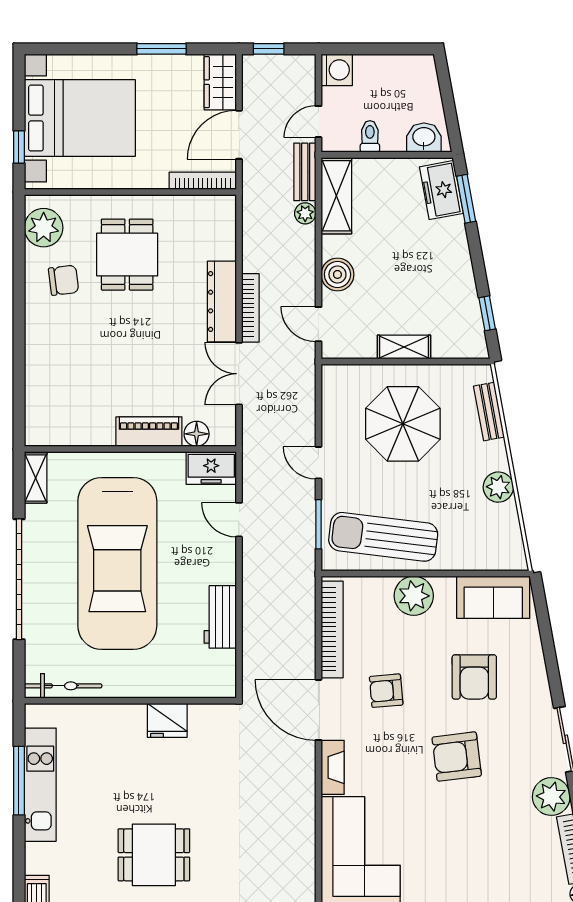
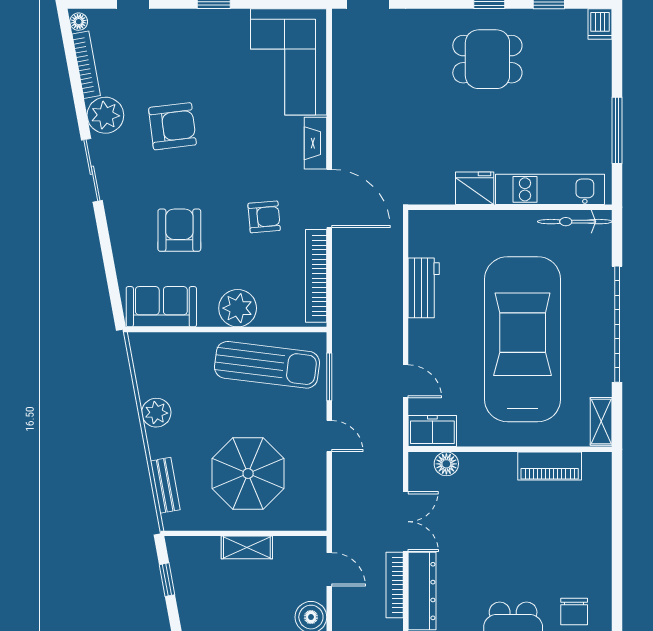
chair: (64, 280) -> (574, 612), turned -83
piano: (149, 432) -> (550, 466), moved
armchair: (457, 757) -> (172, 126), moved
kitchen unit: (40, 785) -> (550, 189), moved, turned 90

